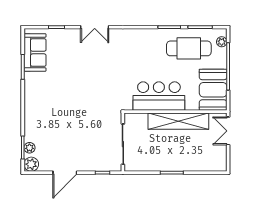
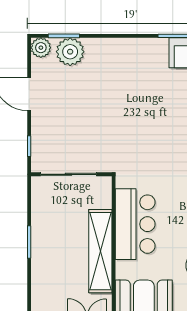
plant: (29, 148) -> (70, 52), width x1.87, depth x1.87

